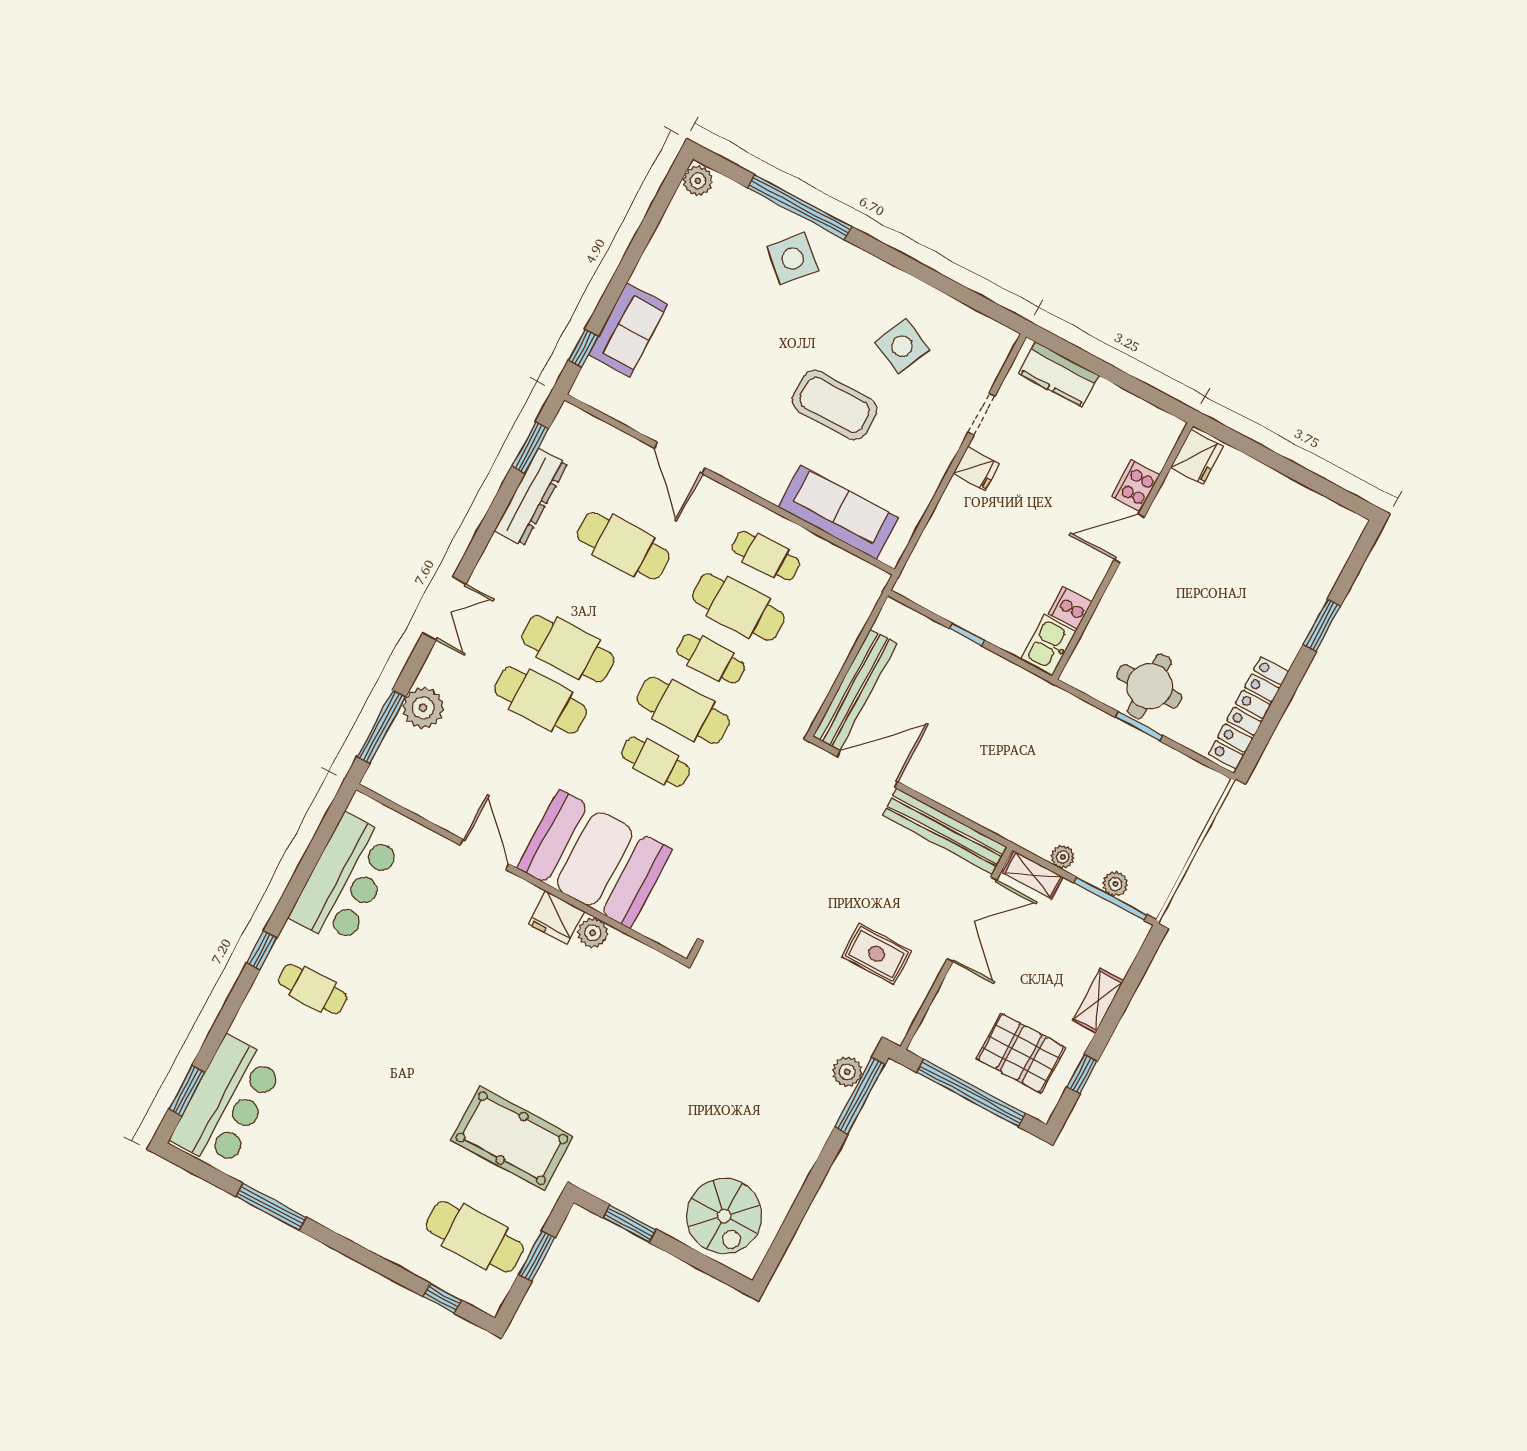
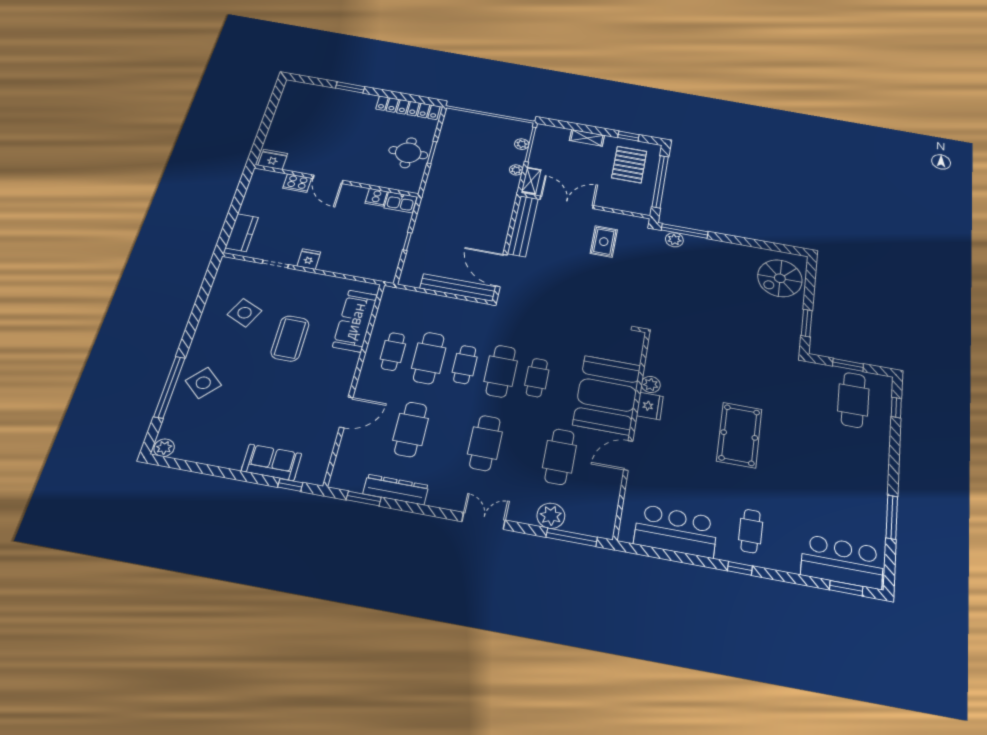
cafe table: (540, 700) -> (560, 457), moved
pool table: (512, 1138) -> (739, 435), moved
spiral stairs: (724, 1216) -> (780, 278), turned 180

